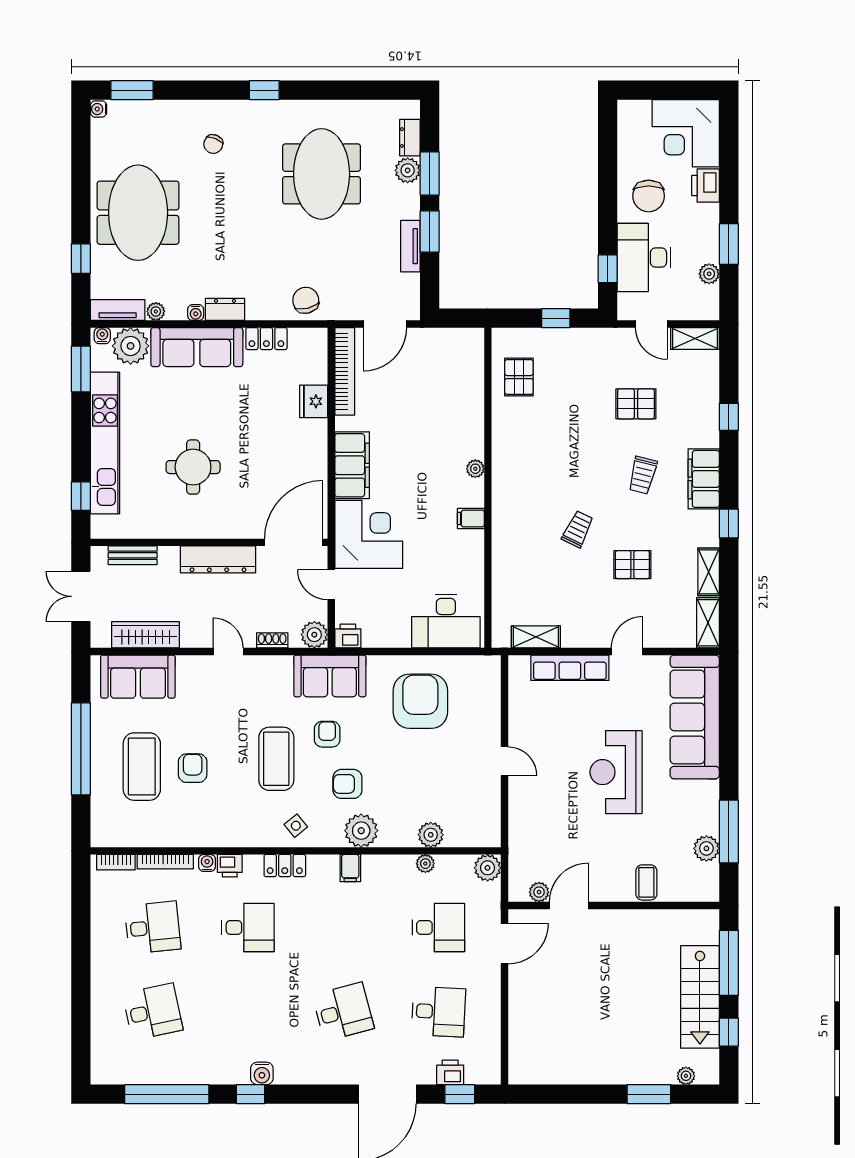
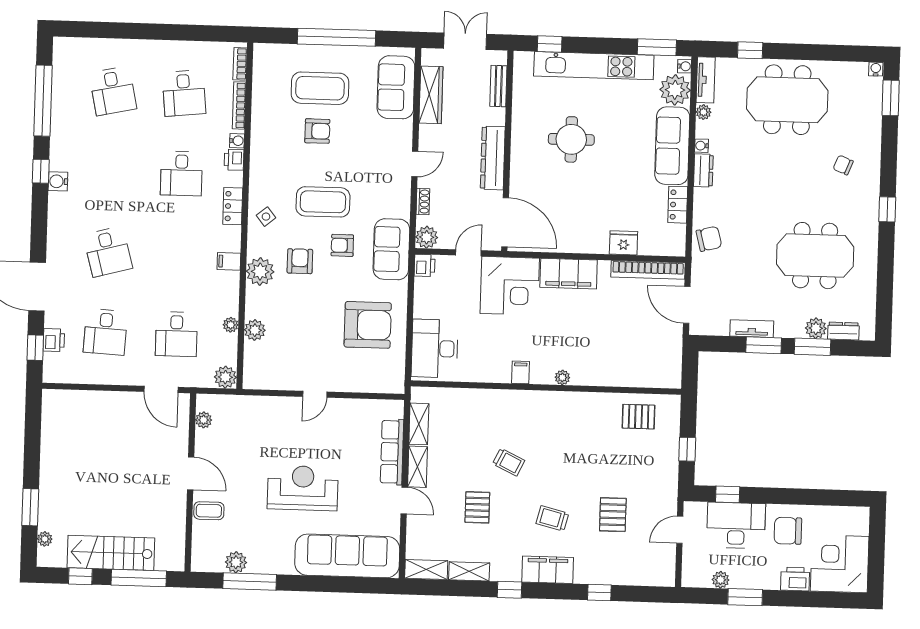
shelving: (695, 339) -> (417, 467), moved
armchair: (327, 734) -> (342, 245), turned 180
door: (569, 905) -> (191, 473), moved

